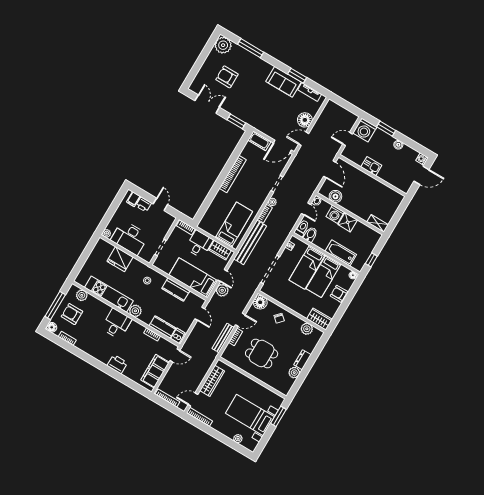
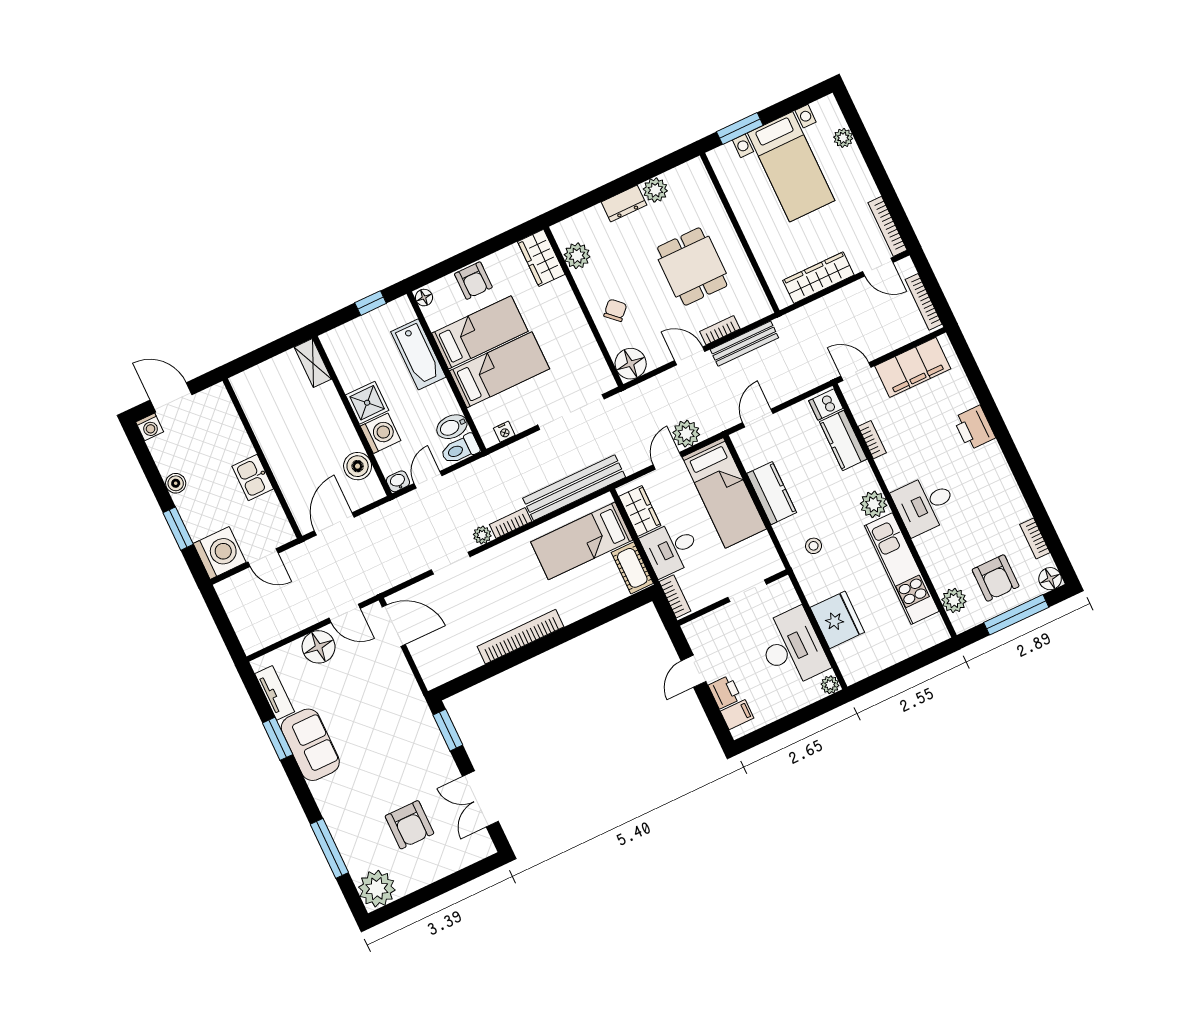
cot: (259, 141) -> (632, 568), moved

